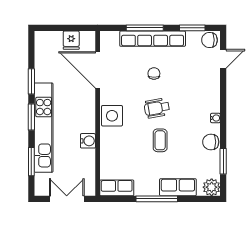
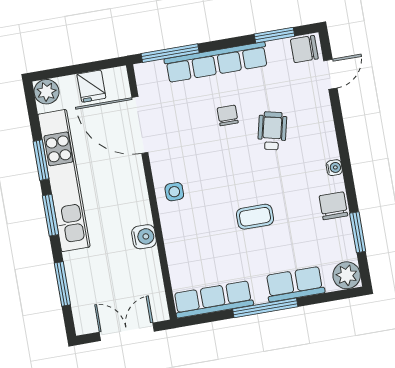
window: (145, 28) -> (170, 53), moved
plant: (42, 39) -> (46, 92), added
wheelchair: (157, 108) -> (272, 131), moved, turned 113
side table: (112, 116) -> (174, 192), width x0.54, depth x0.54
kitchen unit: (44, 128) -> (64, 181), moved
coffee table: (160, 140) -> (255, 217), turned 90
chair: (211, 142) -> (333, 206), turned 90
row of seats: (117, 188) -> (213, 299), width x1.48

